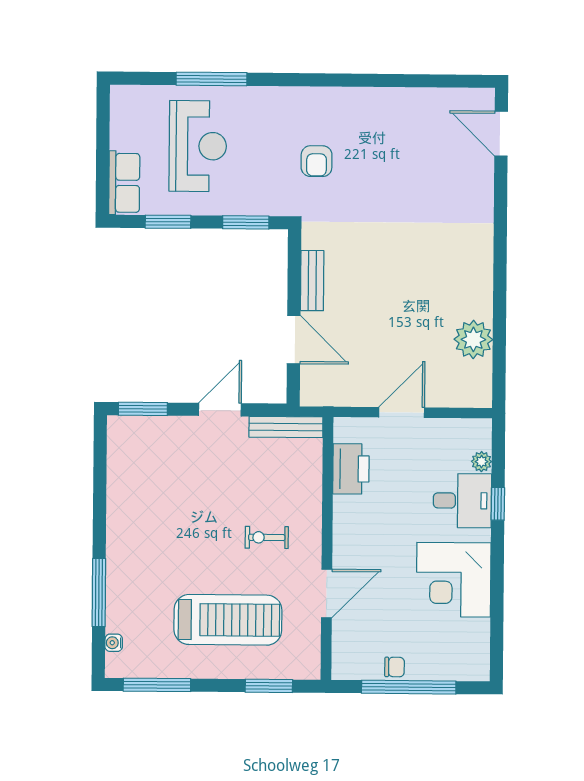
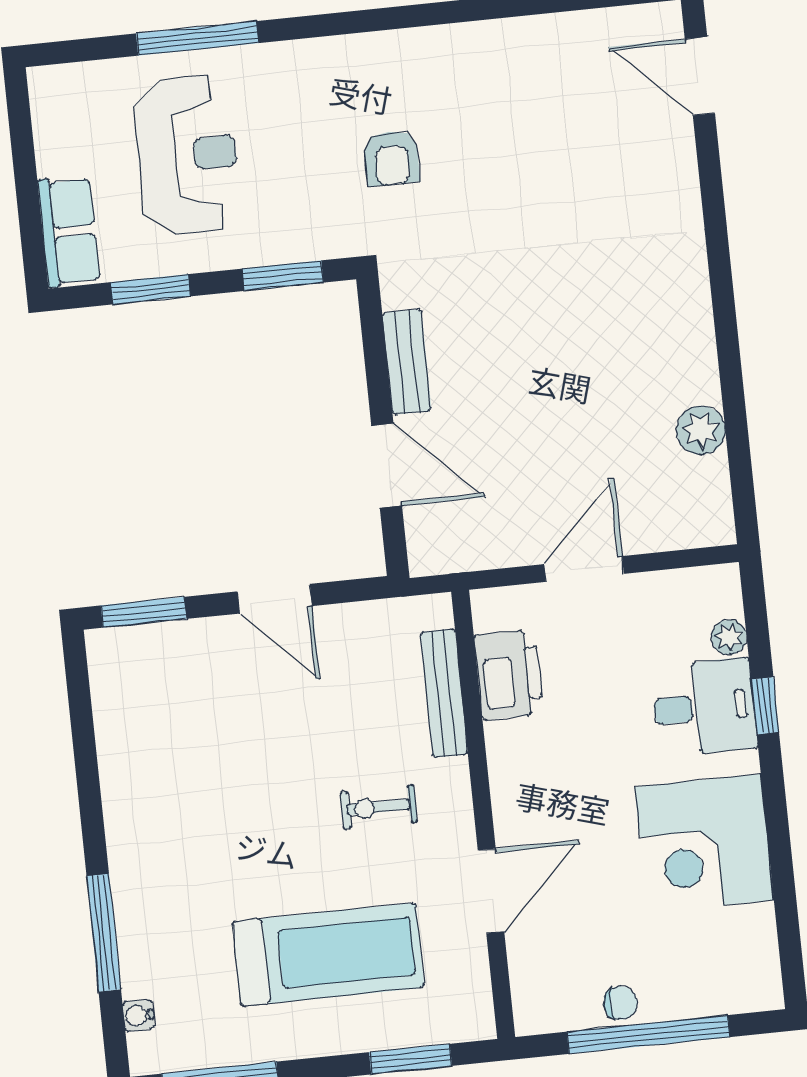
plant: (473, 339) -> (701, 430), width x0.73, depth x0.73
door: (220, 410) -> (275, 599), swing flipped
bench: (286, 427) -> (444, 693), moved, turned 90

